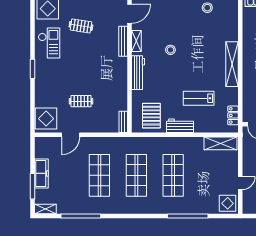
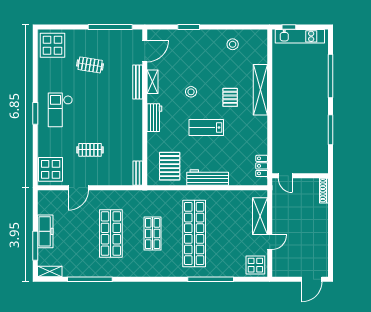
checkout: (49, 43) -> (60, 110), moved, turned 180
pallet: (205, 55) -> (230, 97), added
shelving: (232, 64) -> (260, 90), moved
workbench: (138, 73) -> (154, 118), width x0.73
lab bench: (199, 98) -> (206, 128), moved
workbench: (180, 126) -> (208, 178), width x1.38
shelving: (220, 143) -> (260, 216), moved, turned 90
shop shelf: (136, 175) -> (153, 234), width x0.70, depth x0.74
shop shelf: (173, 175) -> (194, 234), width x1.40

